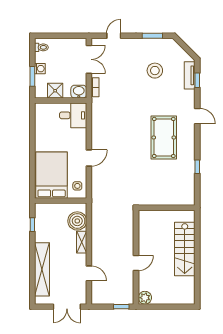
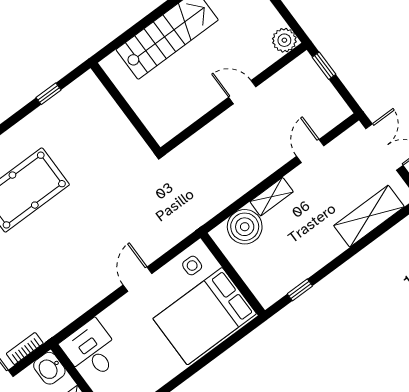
door: (89, 158) -> (138, 279), hinge flipped
window: (197, 167) -> (49, 94), moved
shelving: (42, 269) -> (369, 216), width x0.68

